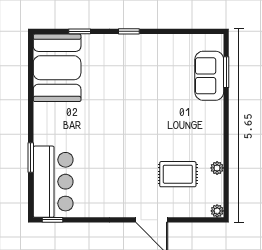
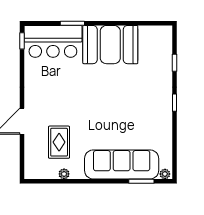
booth: (57, 68) -> (110, 45), moved
sofa: (209, 76) -> (122, 164), width x1.85, depth x1.27
plant: (217, 211) -> (165, 174), moved

